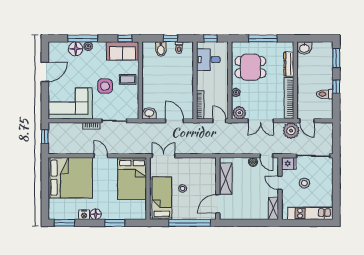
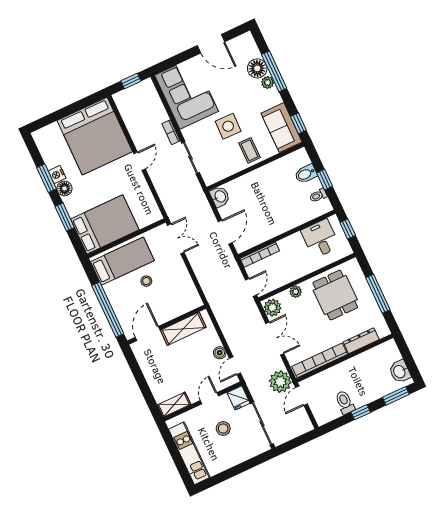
washbasin: (304, 48) -> (400, 371), moved
double door: (261, 121) -> (275, 339), swing flipped
bed: (132, 179) -> (105, 224), moved, turned 180
door: (218, 204) -> (148, 333), hinge flipped
window: (65, 223) -> (47, 178), moved

